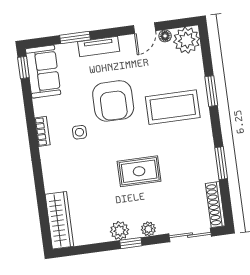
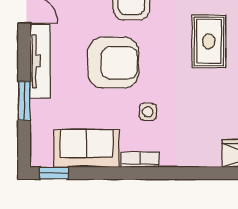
tv unit: (99, 46) -> (40, 61), width x1.41
sofa: (43, 72) -> (86, 148), moved

